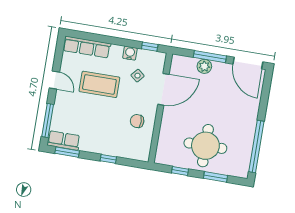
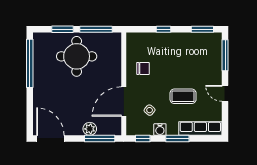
window: (113, 40) -> (177, 139), added
window: (210, 57) -> (100, 139), moved
coffee table: (99, 84) -> (183, 96), width x0.73, depth x0.76
row of seats: (64, 140) -> (207, 39), removed
window: (180, 171) -> (96, 29), width x2.17

